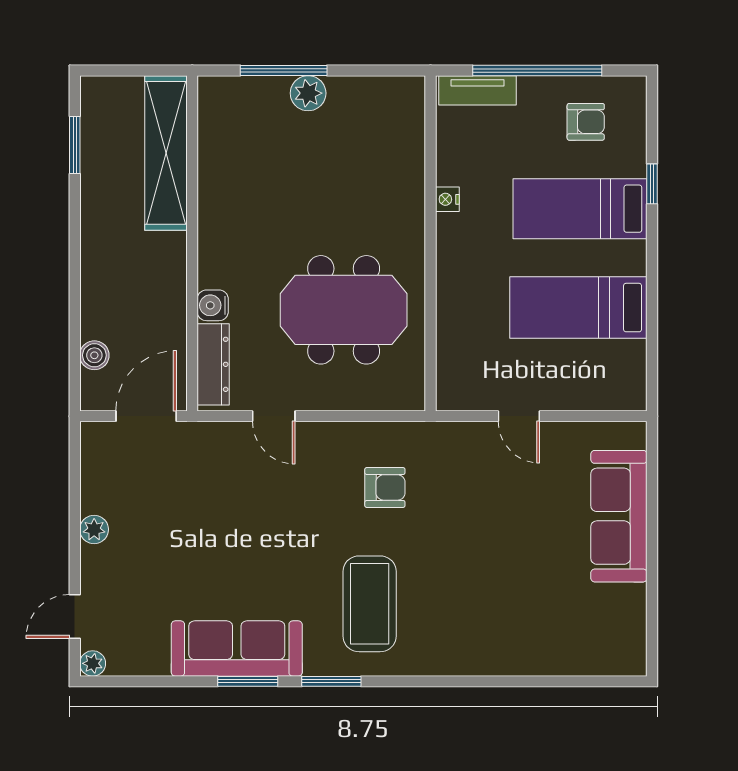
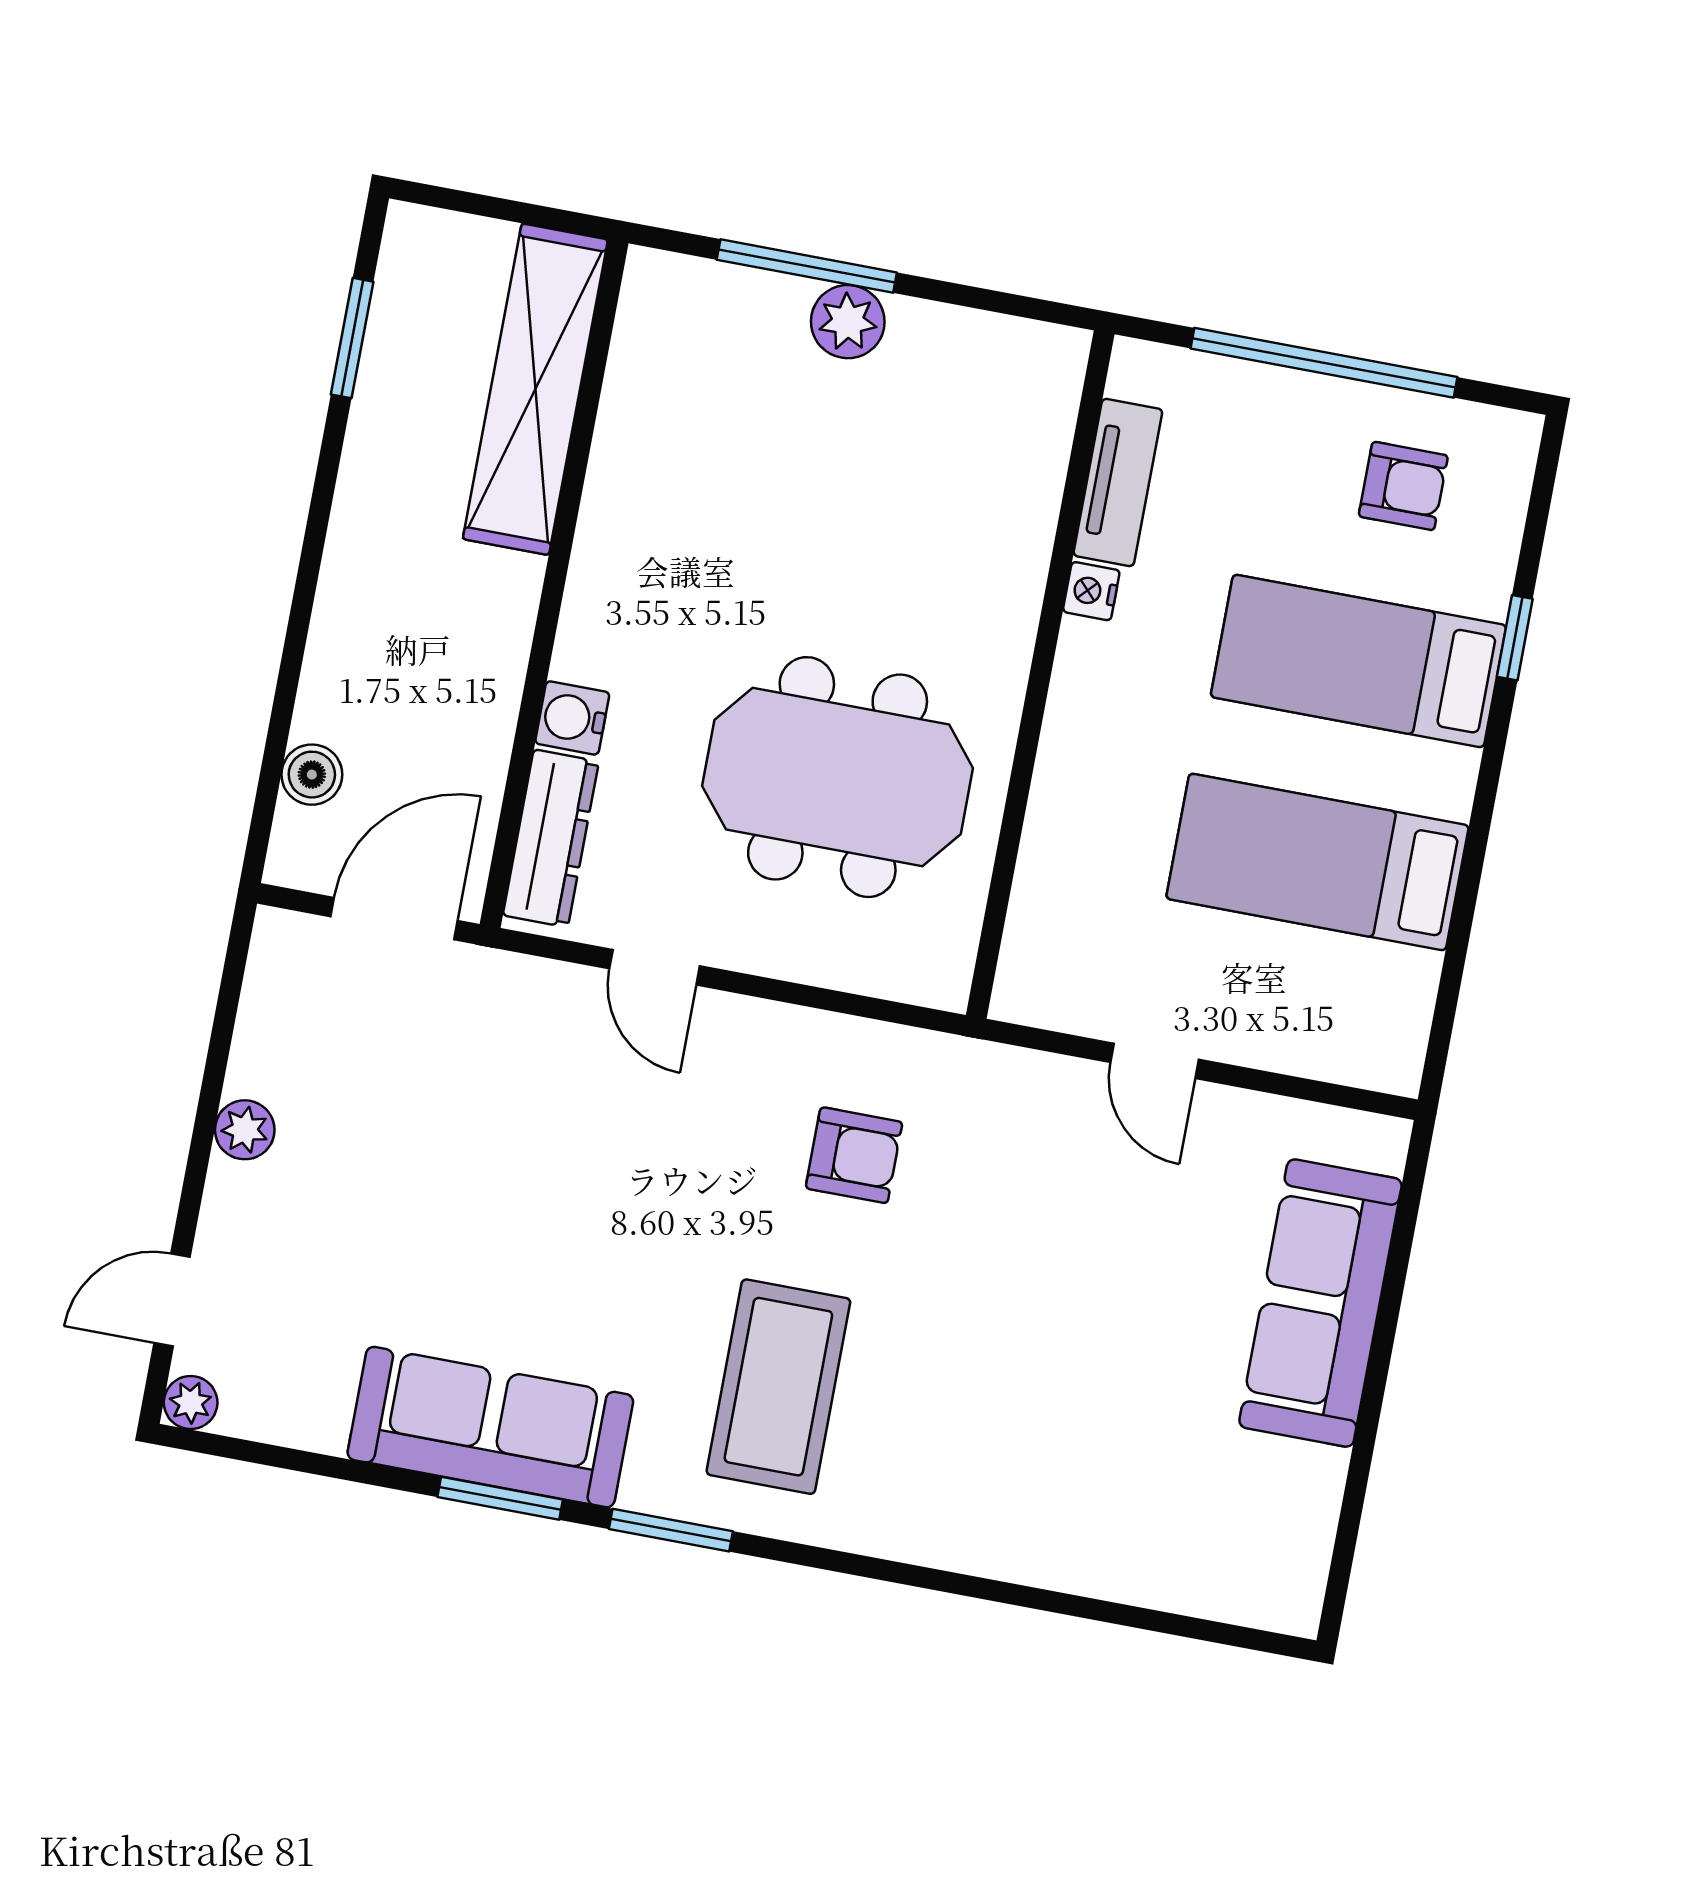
tv unit: (478, 90) -> (1118, 483), moved, turned -90

